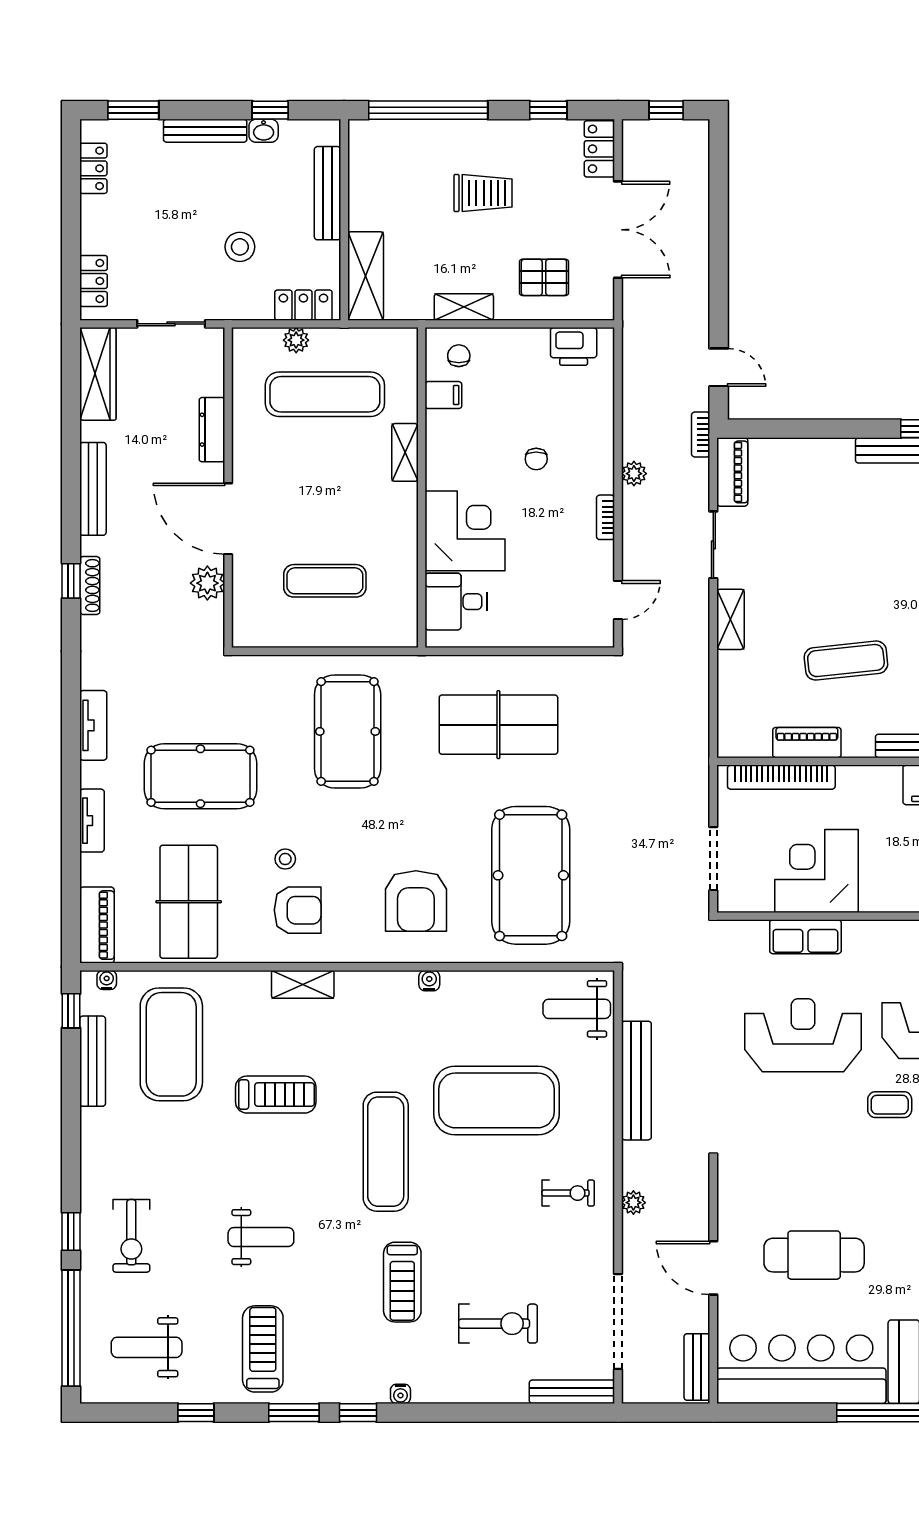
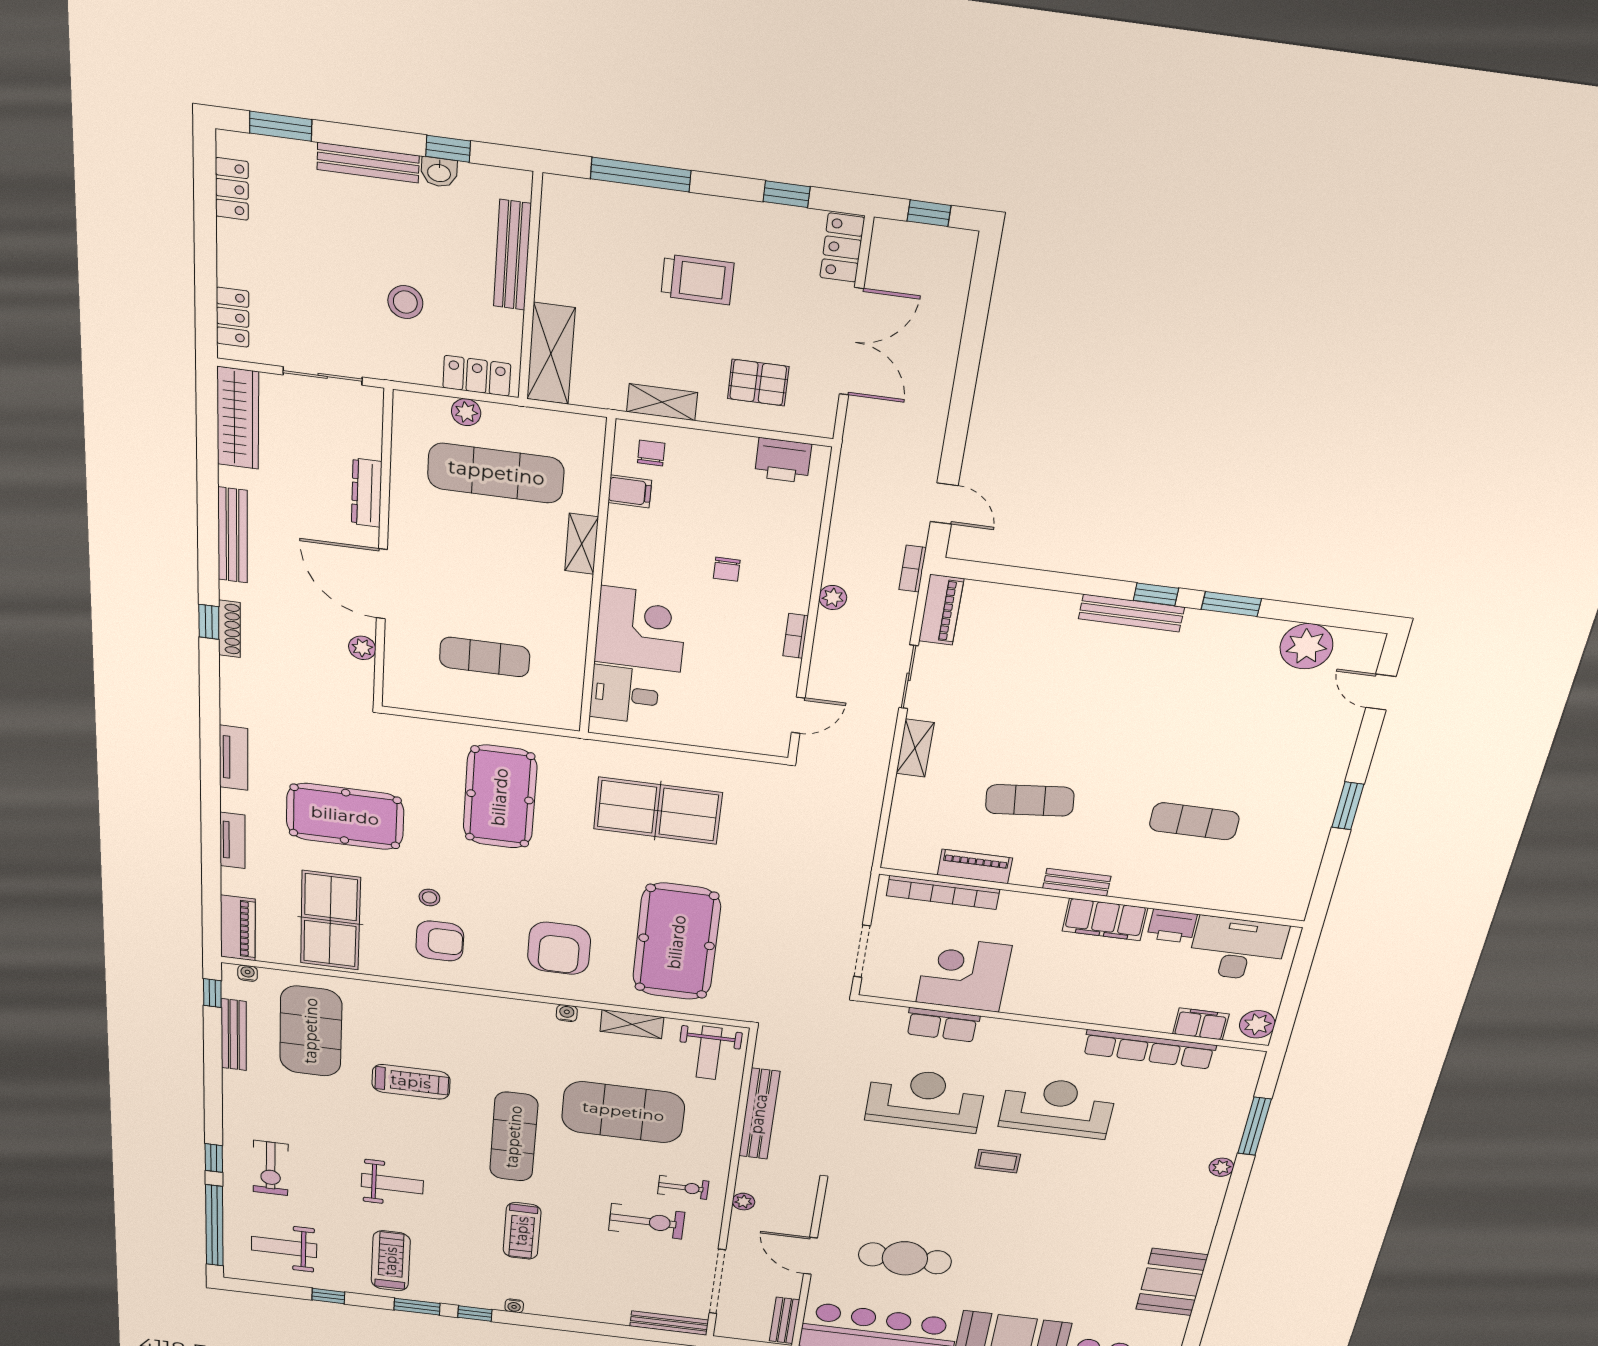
window: (428, 110) -> (641, 175), width x0.68
plant: (207, 583) -> (362, 648), width x0.73, depth x0.73
shelving: (303, 984) -> (632, 1024), moved
weight bench: (577, 1009) -> (709, 1053), turned -90
exercise bike: (498, 1324) -> (647, 1221), moved

